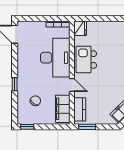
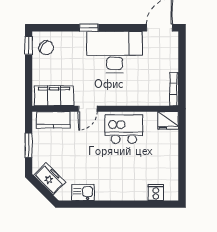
desk: (55, 58) -> (115, 52), moved, turned 180
chair: (35, 101) -> (46, 48), moved
window: (87, 127) -> (29, 145), moved

